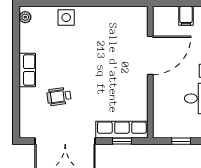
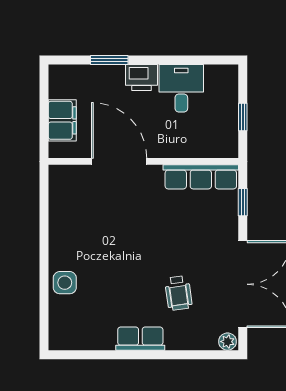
filing cabinet: (186, 16) -> (62, 120), width x2.00
plant: (25, 17) -> (227, 342), moved
row of seats: (122, 130) -> (201, 177), moved, turned -90

